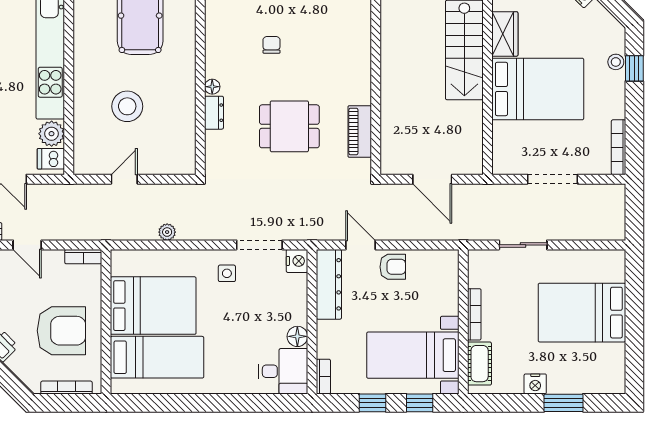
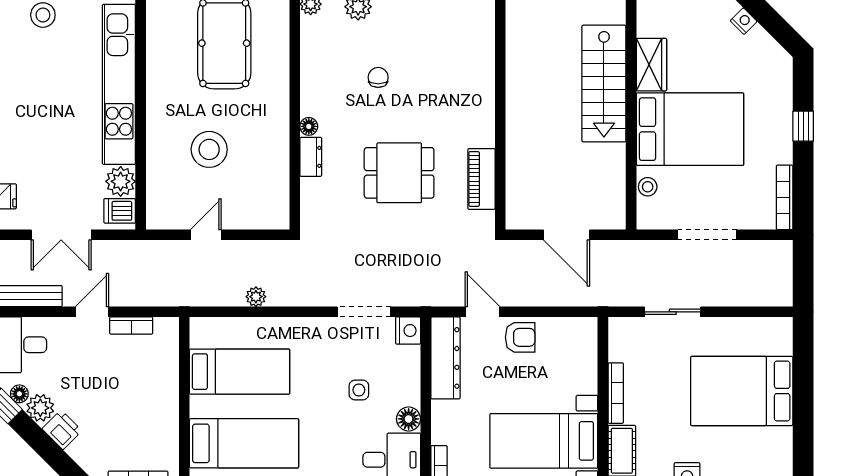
stool: (616, 62) -> (648, 187), moved
window: (634, 68) -> (803, 126), moved
door: (27, 245) -> (92, 312), swing flipped
bookcase: (83, 257) -> (131, 326), moved
side table: (227, 273) -> (359, 390), moved
bed: (153, 306) -> (240, 372), width x0.67
armchair: (61, 331) -> (132, 412), removed

